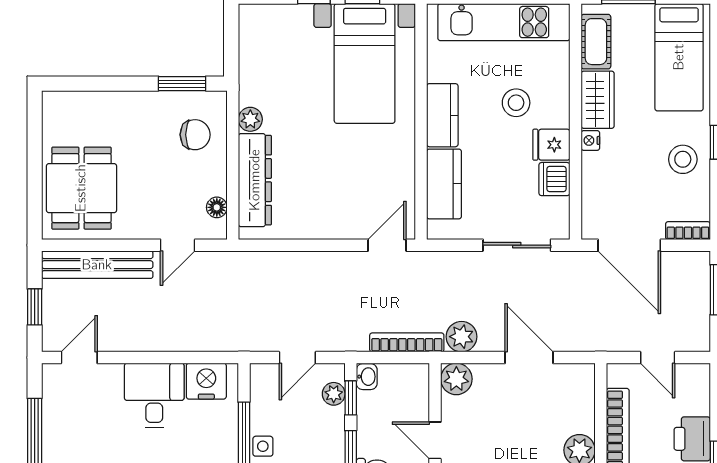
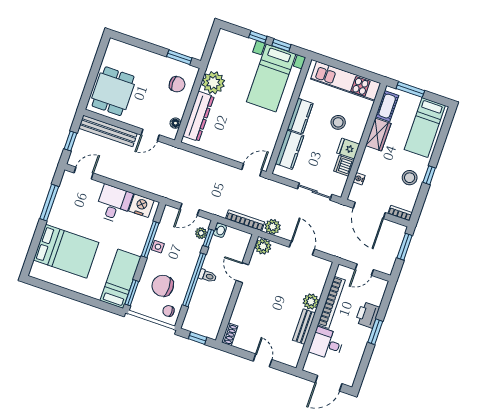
plant: (250, 119) -> (213, 83), width x1.88, depth x1.88
nightstand: (590, 140) -> (359, 179), moved
door: (658, 358) -> (364, 270), hinge flipped

